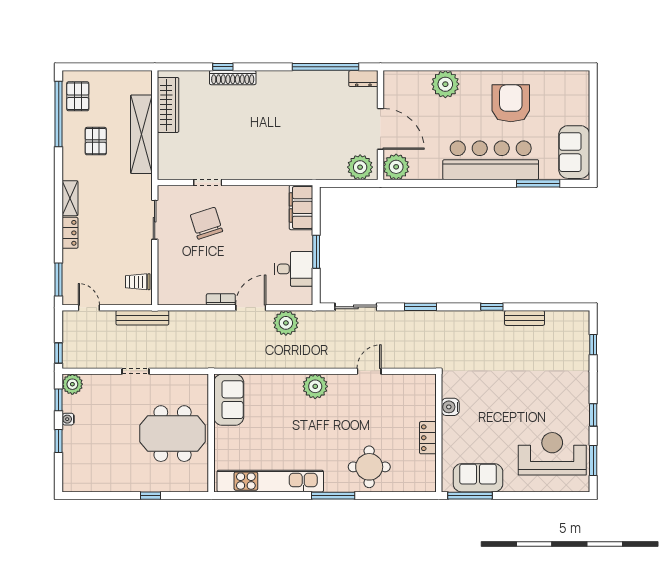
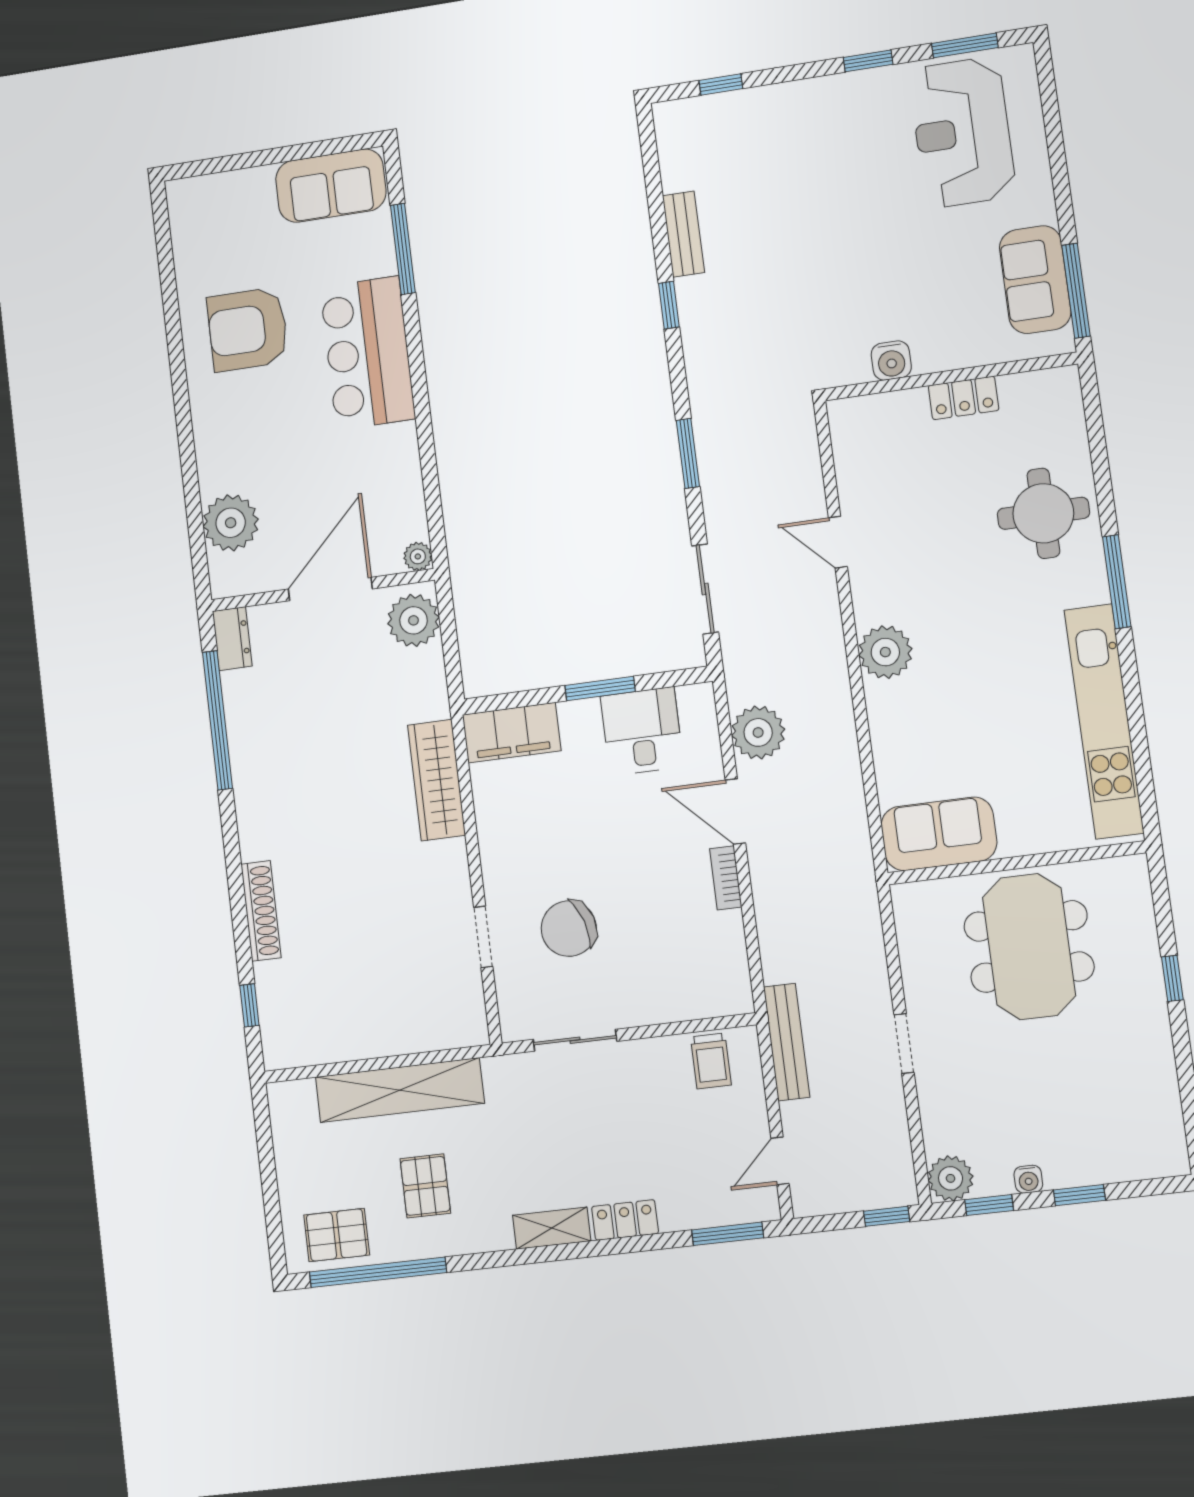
window: (223, 67) -> (249, 1005), moved
plant: (445, 84) -> (231, 523), moved
wardrobe: (168, 105) -> (437, 780), moved, turned -90
pallet: (96, 141) -> (425, 1186), turned 90
bar counter: (491, 160) -> (368, 353), width x0.73
plant: (396, 167) -> (418, 556), width x0.53, depth x0.53

